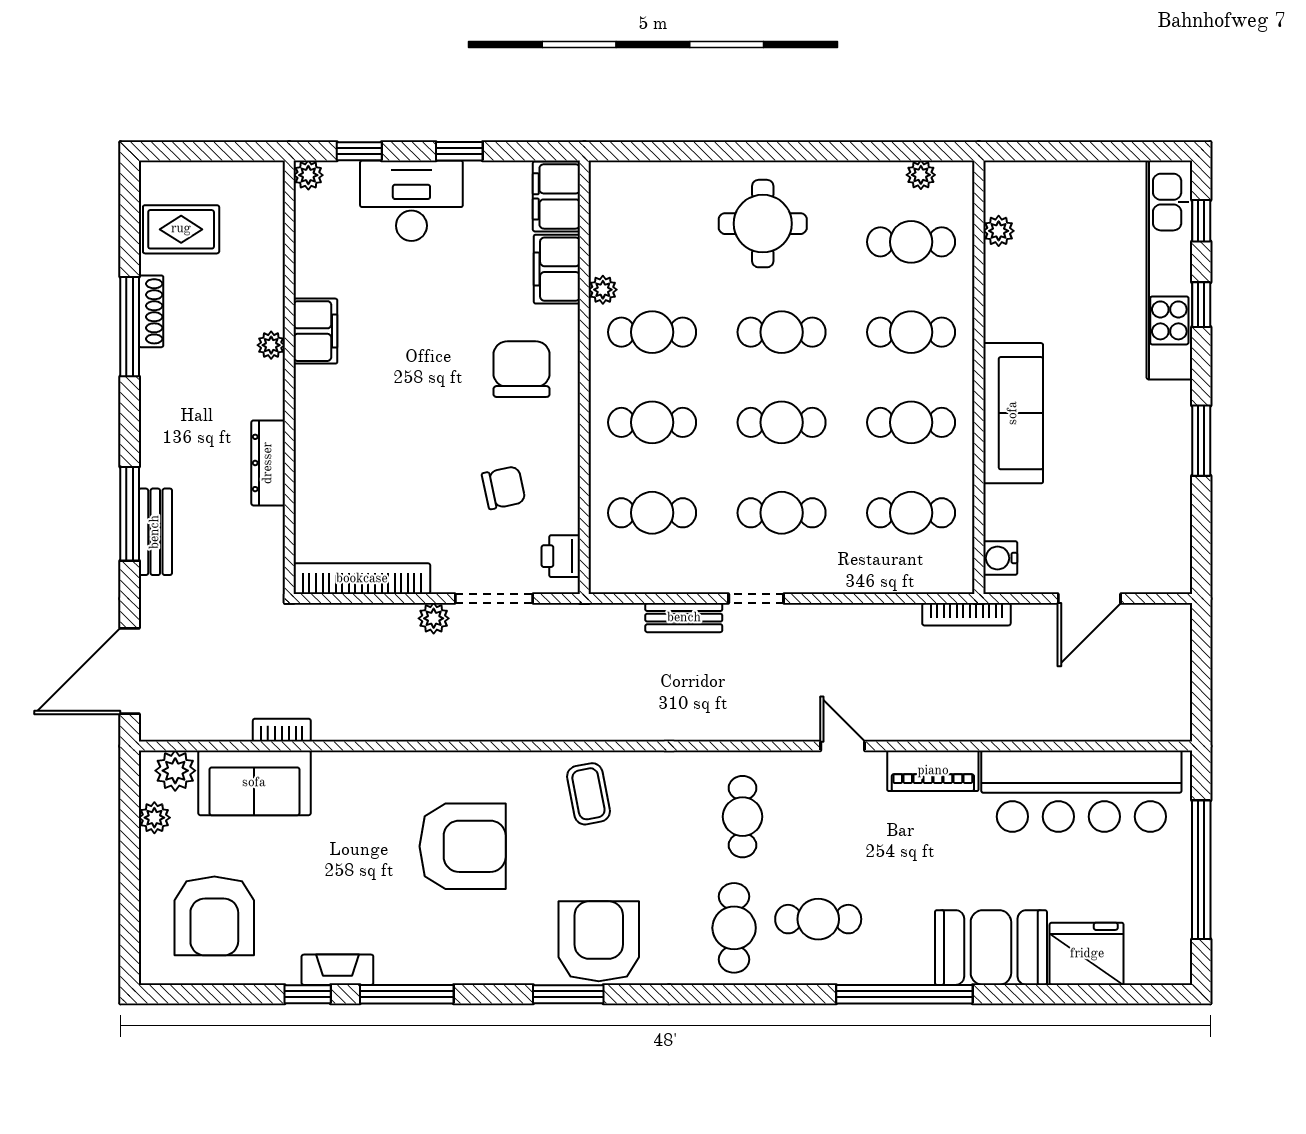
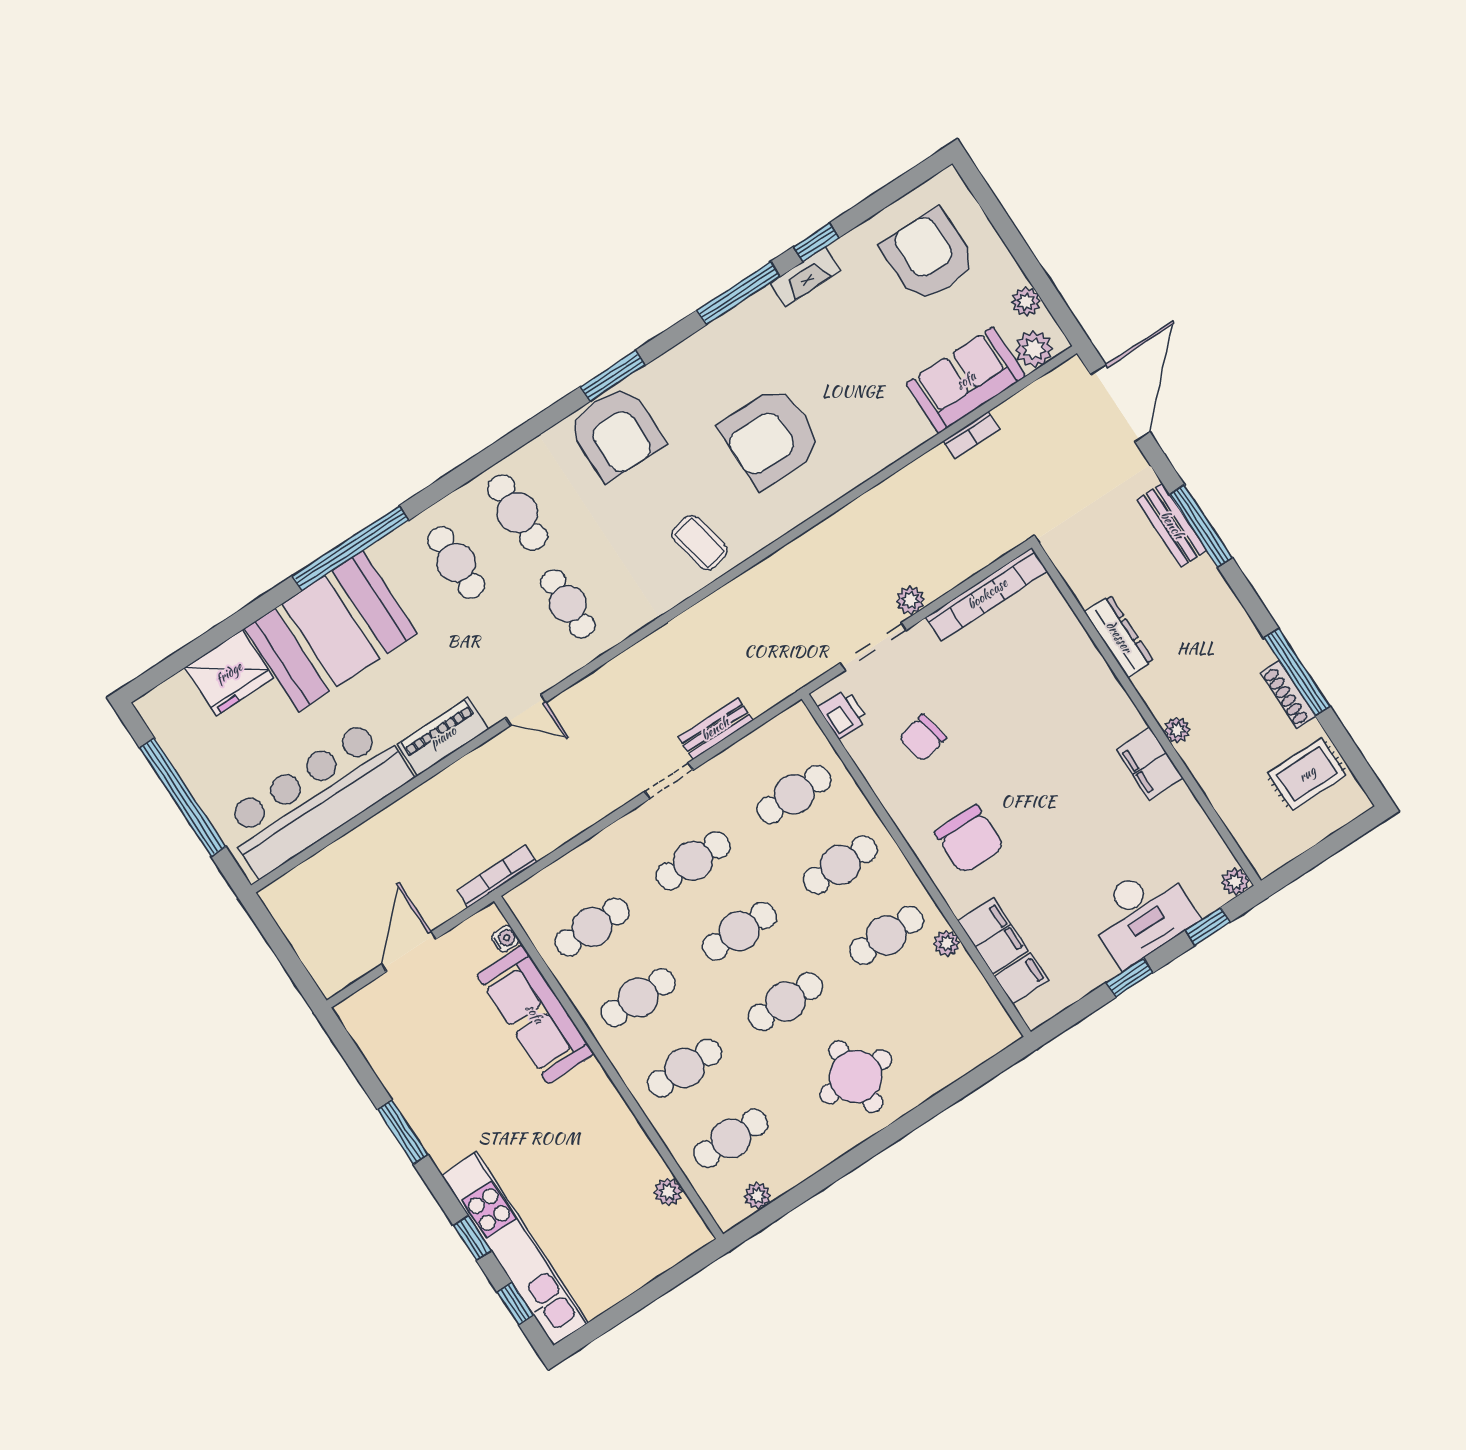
filing cabinet: (556, 196) -> (1022, 978), width x0.50
sofa: (1013, 413) -> (535, 1014), moved
water cooler: (1000, 558) -> (505, 939), width x0.72, depth x0.72
cafe table: (818, 919) -> (456, 563), turned 90
booth: (991, 948) -> (331, 631), width x1.36, depth x1.42

